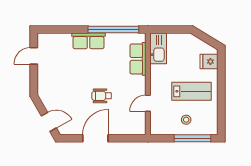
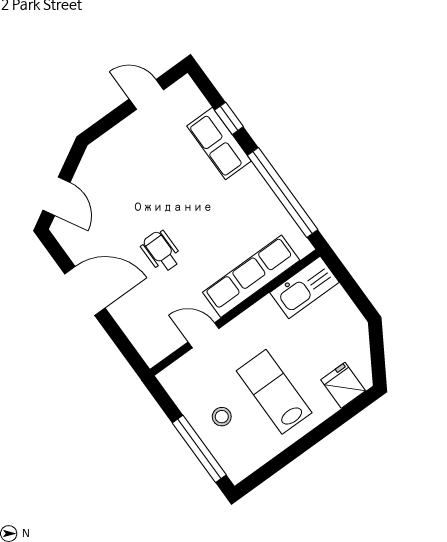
window: (68, 30) -> (229, 118), added
row of seats: (88, 41) -> (219, 143), moved
row of seats: (138, 59) -> (251, 276), width x1.48
lab bench: (191, 91) -> (274, 392), turned 180

